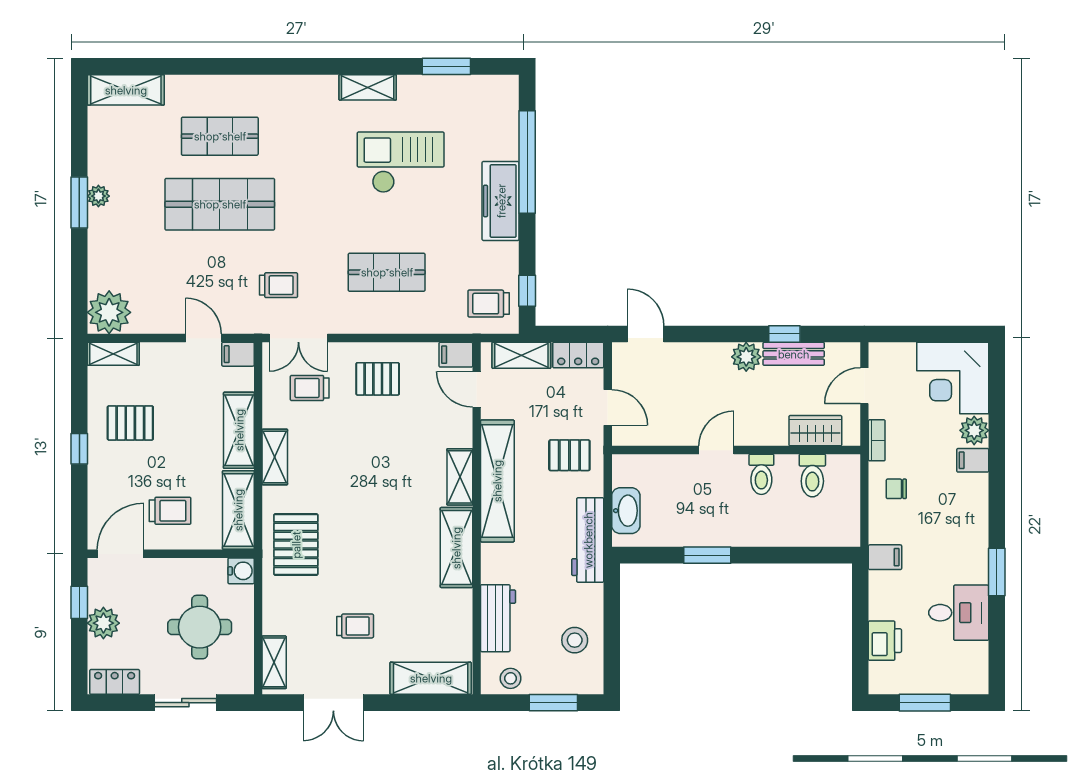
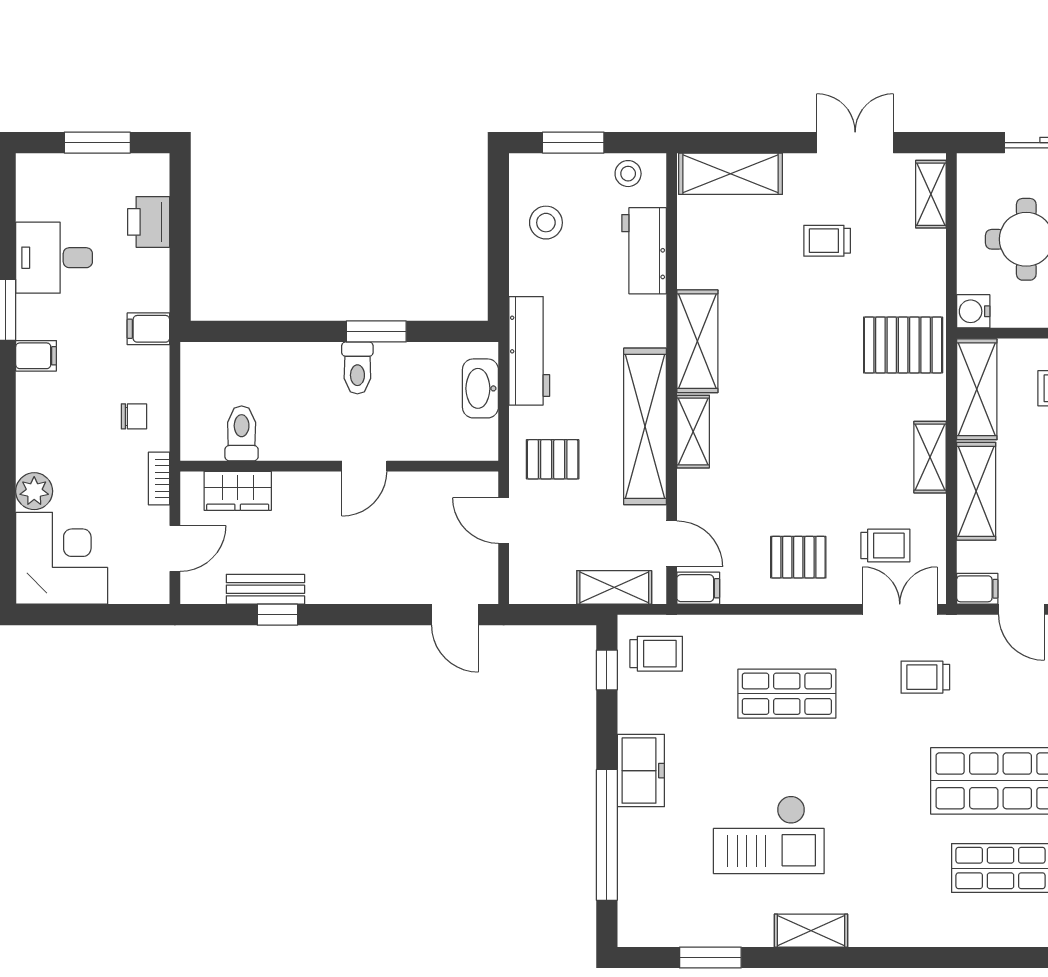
freezer: (501, 201) -> (641, 771), width x0.71
locker: (578, 355) -> (541, 588), removed
plant: (746, 357) -> (326, 585), removed
filing cabinet: (973, 460) -> (36, 356), moved
toilet: (761, 474) -> (357, 368), moved, turned 180
pallet: (296, 545) -> (903, 345), turned 90

